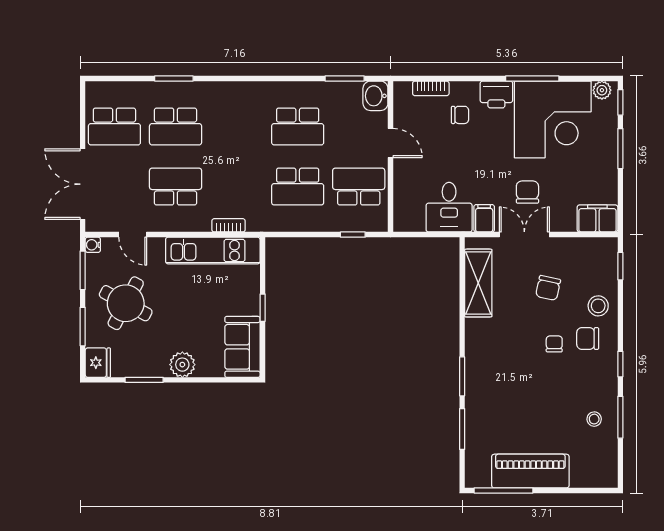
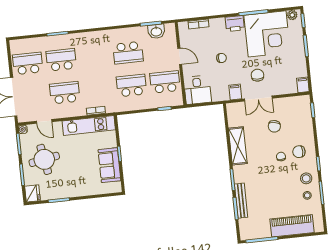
washbasin: (375, 96) -> (156, 31), moved, turned -90
chair: (460, 115) -> (221, 58), moved
school desk: (114, 127) -> (28, 63), turned 180
school desk: (176, 127) -> (61, 60), turned 180
school desk: (298, 187) -> (131, 86), turned 180
desk: (449, 207) -> (197, 90), moved
filing cabinet: (597, 218) -> (303, 85), width x0.50
double door: (524, 235) -> (258, 99), swing flipped
shelving: (478, 283) -> (238, 146), moved
round table: (126, 303) -> (44, 159), turned -38
stool: (598, 306) -> (306, 178), moved
sofa: (242, 347) -> (109, 165), moved
plant: (182, 365) -> (79, 190), removed
bench: (474, 416) -> (241, 201), added
piano: (530, 471) -> (292, 226), moved

